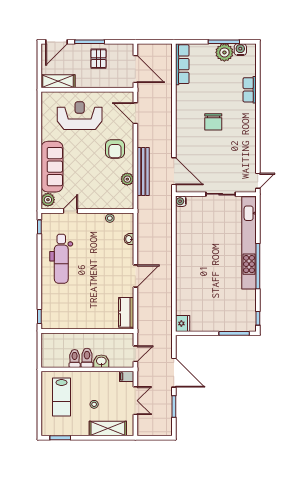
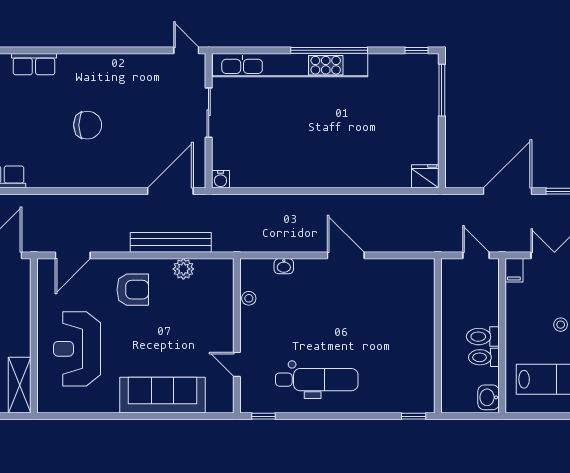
plant: (48, 200) -> (218, 402), removed
kitchen counter: (126, 312) -> (407, 271), removed
washbasin: (101, 361) -> (489, 397), moved

